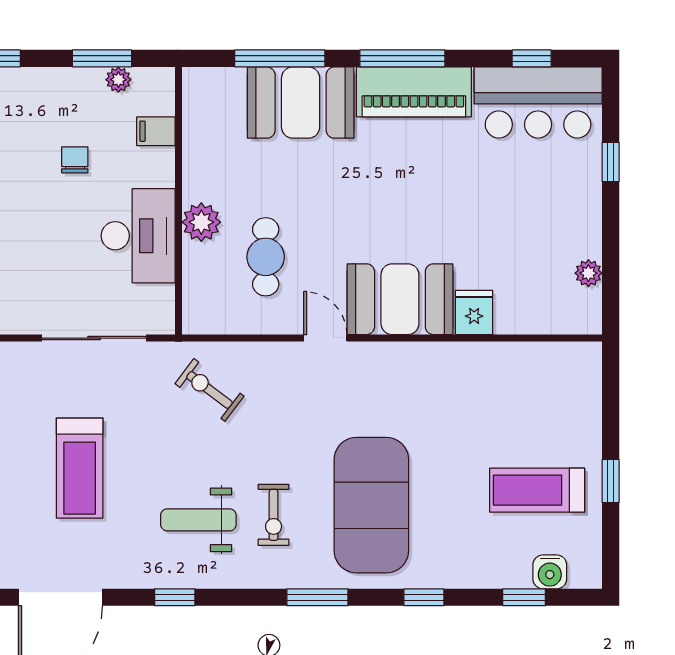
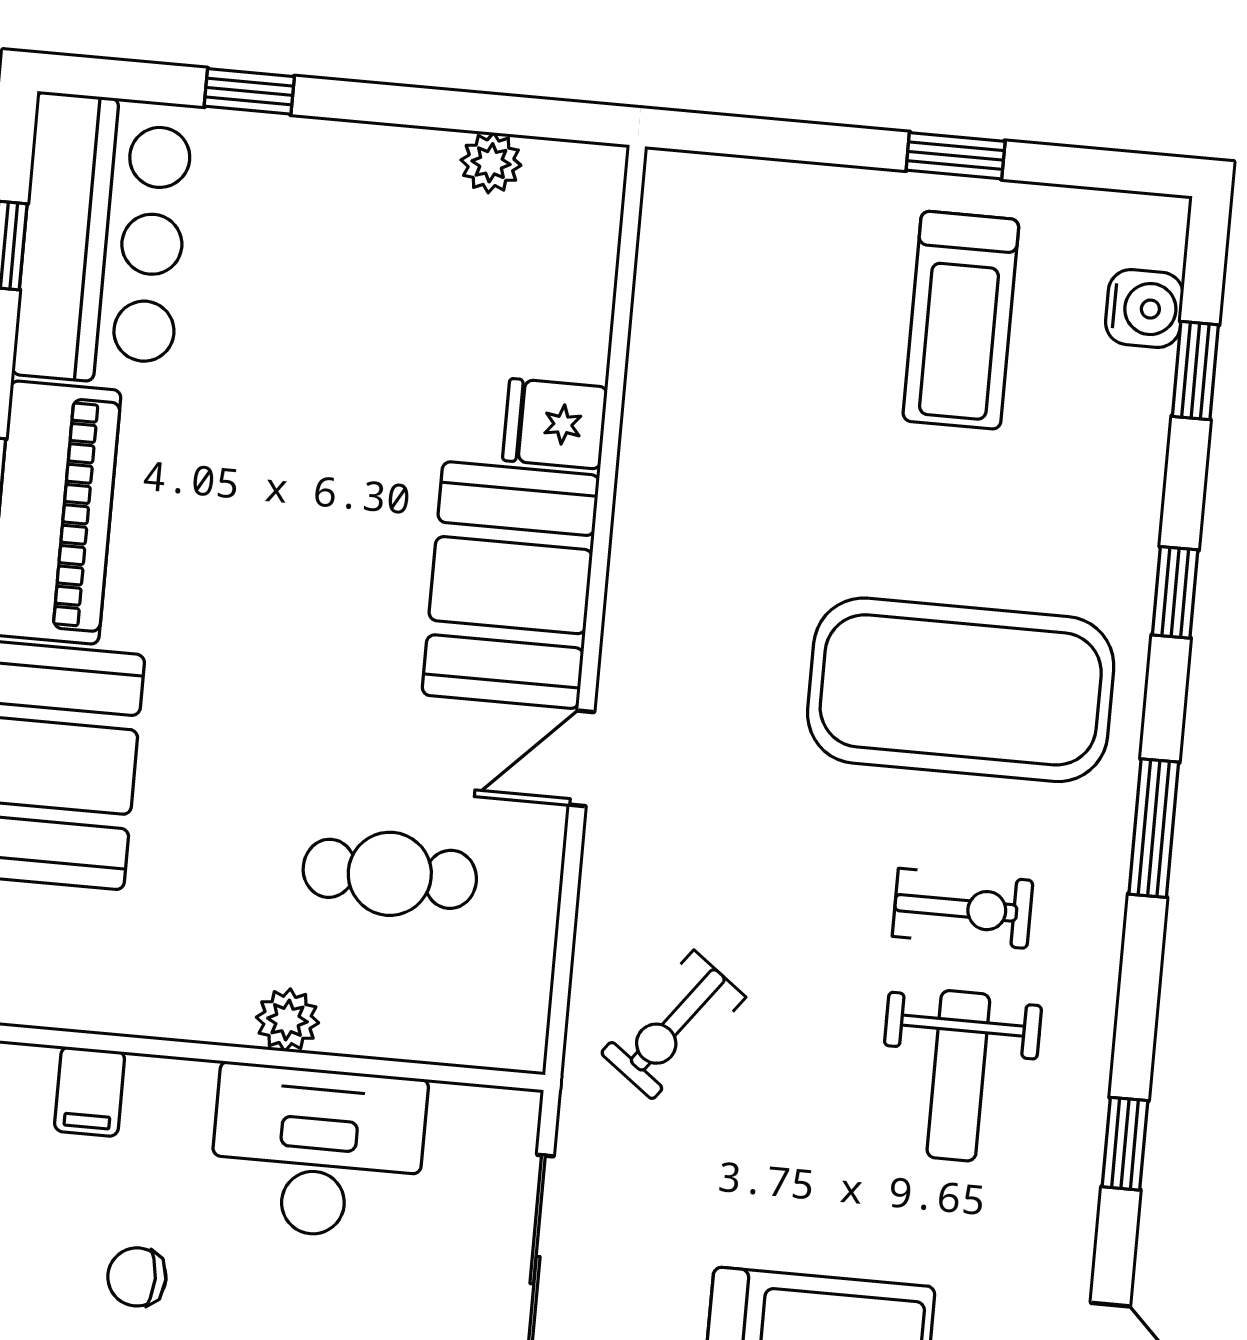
plant: (201, 222) -> (287, 1020), width x0.73, depth x0.73

